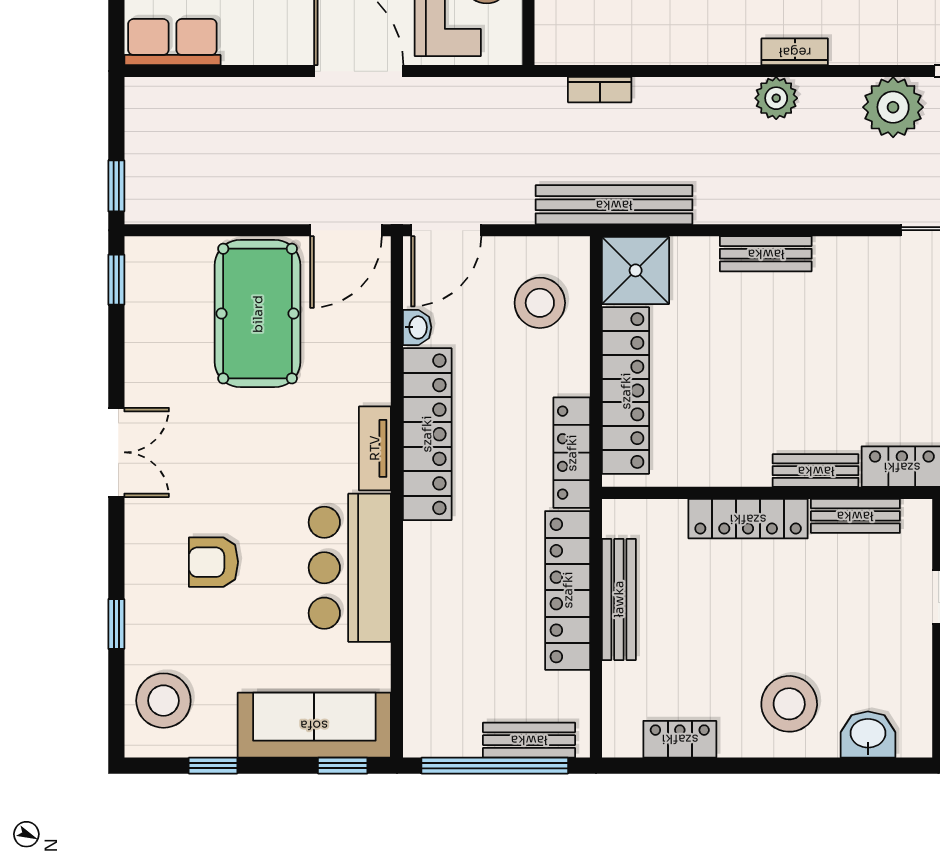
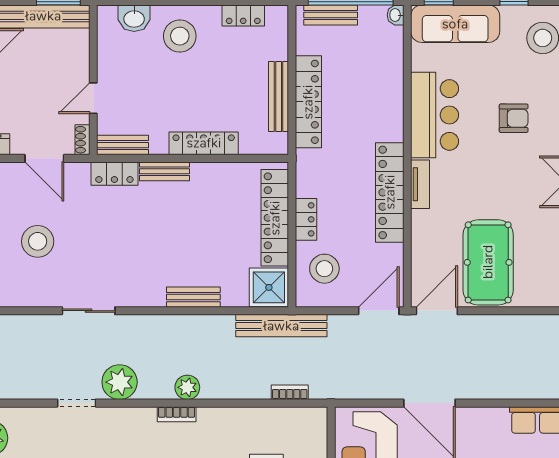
washbasin: (417, 327) -> (396, 15), moved
locker: (572, 453) -> (306, 219), moved, width x0.66
bench: (855, 516) -> (123, 145), moved

